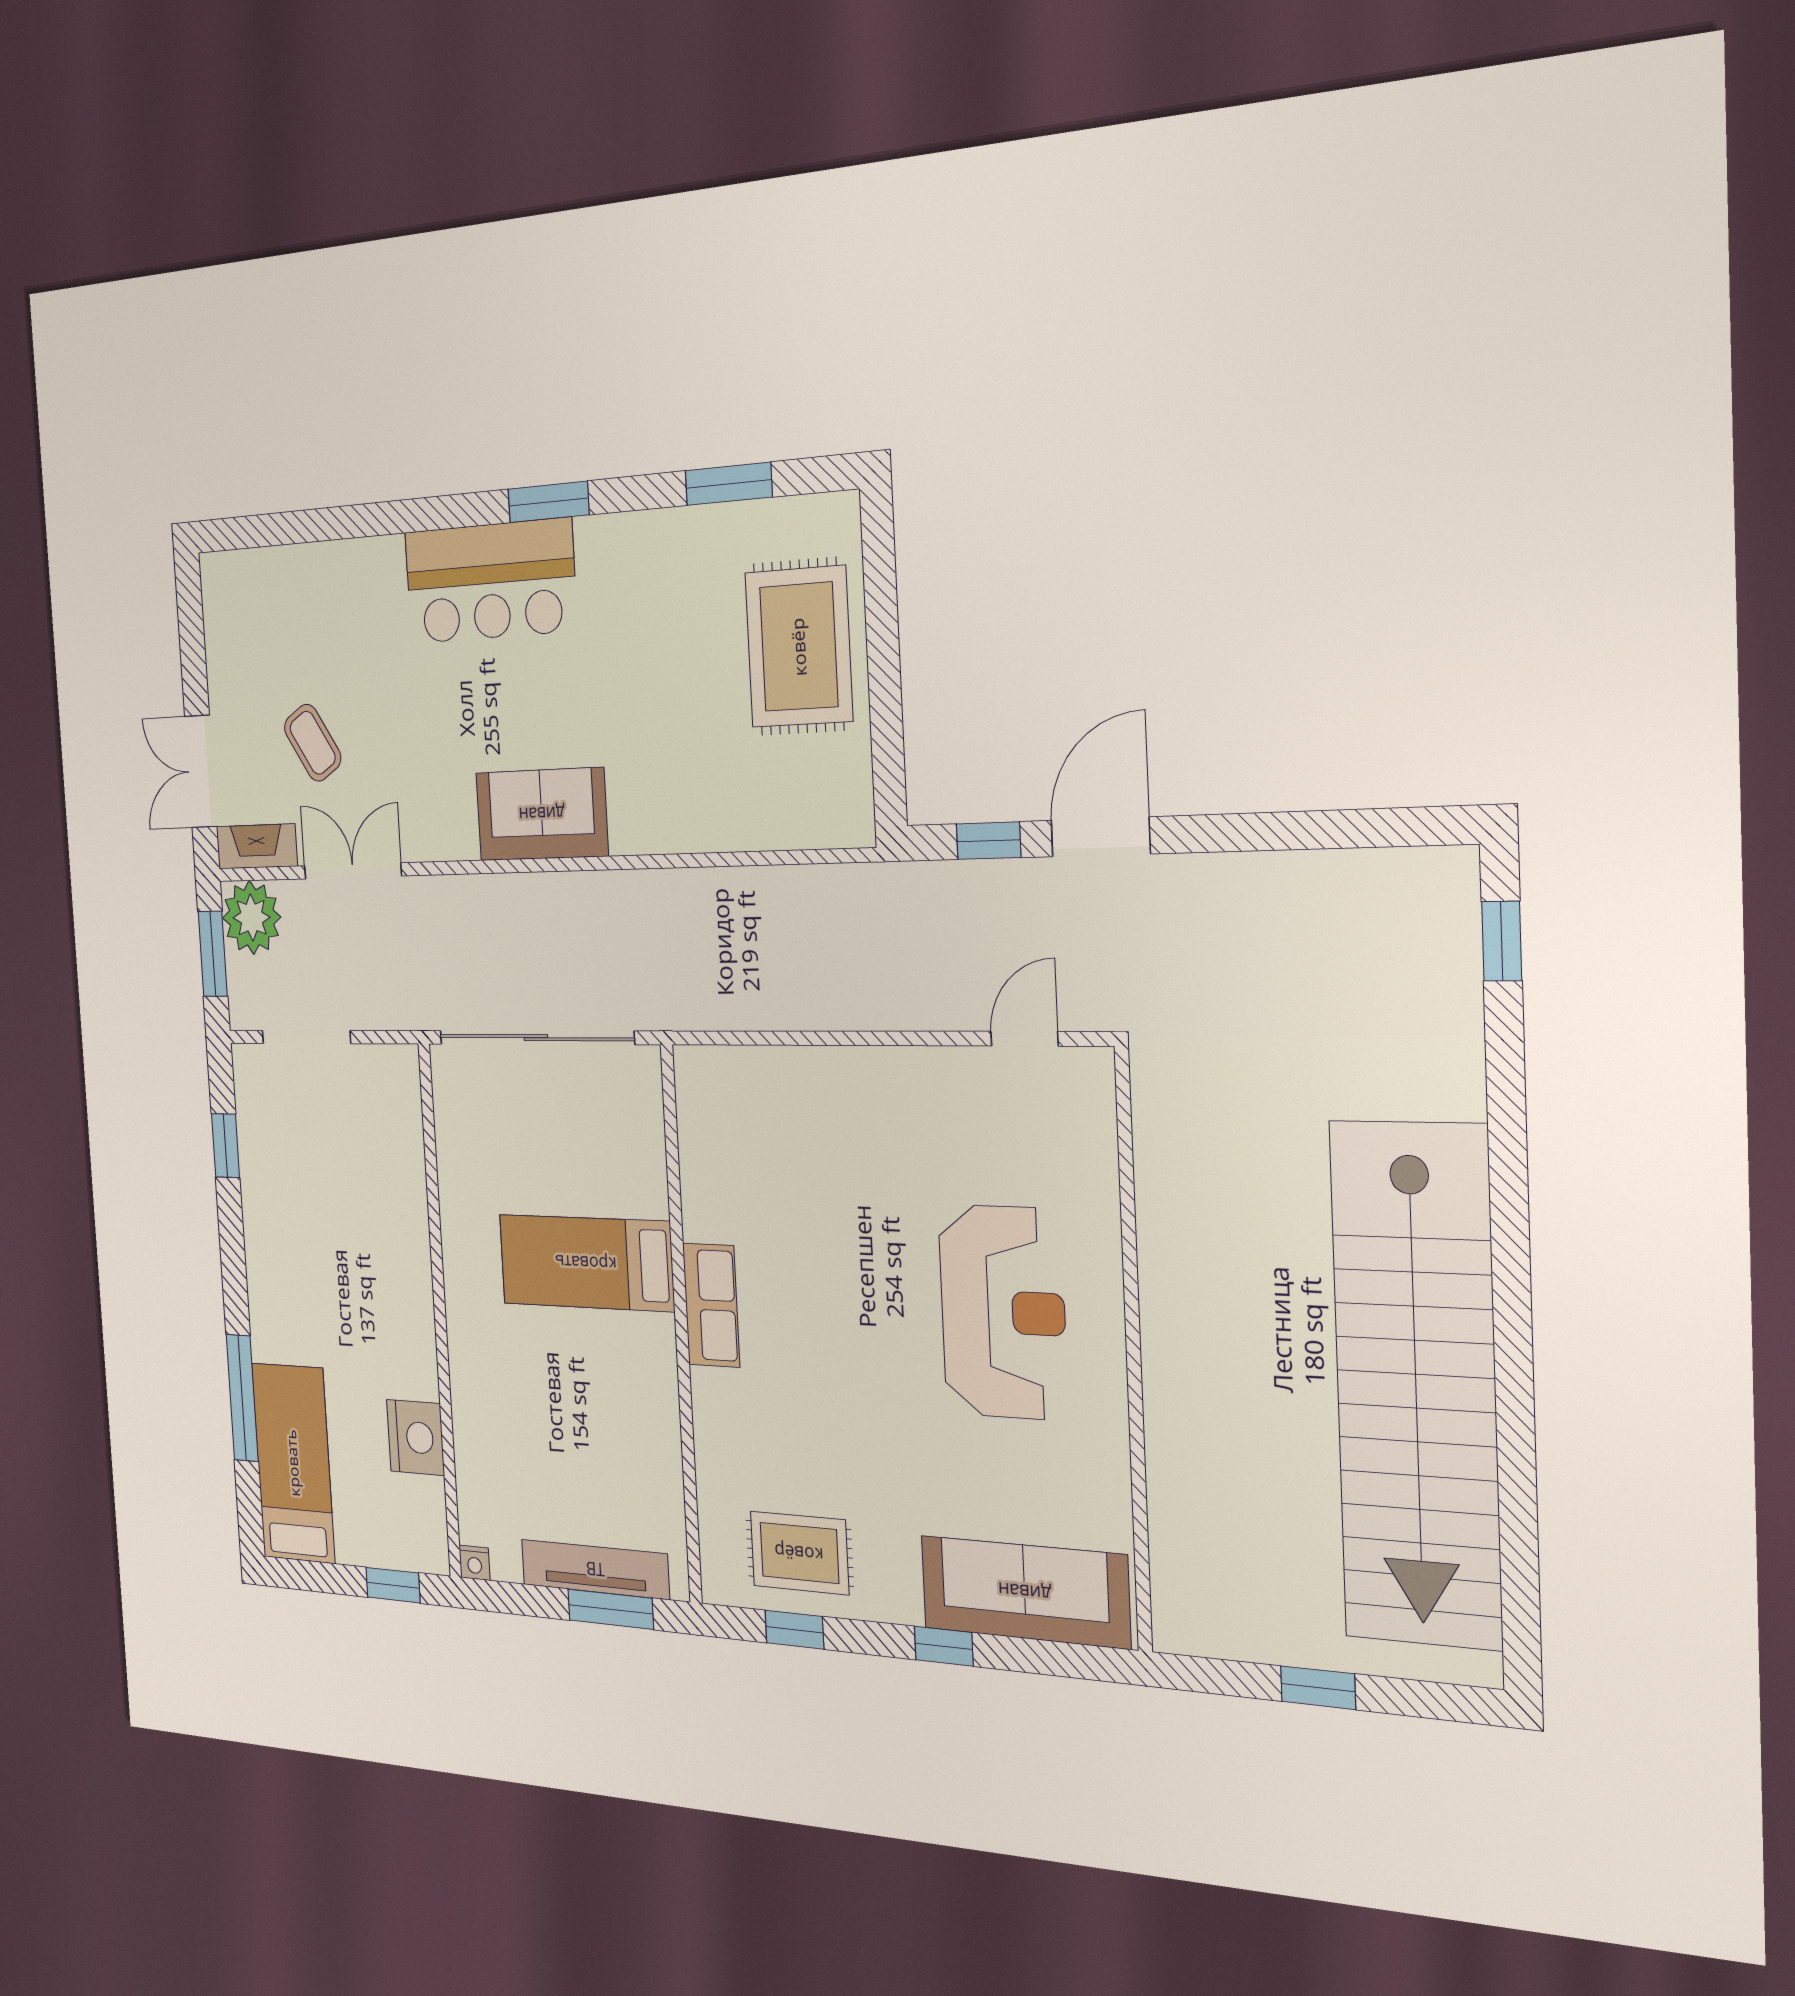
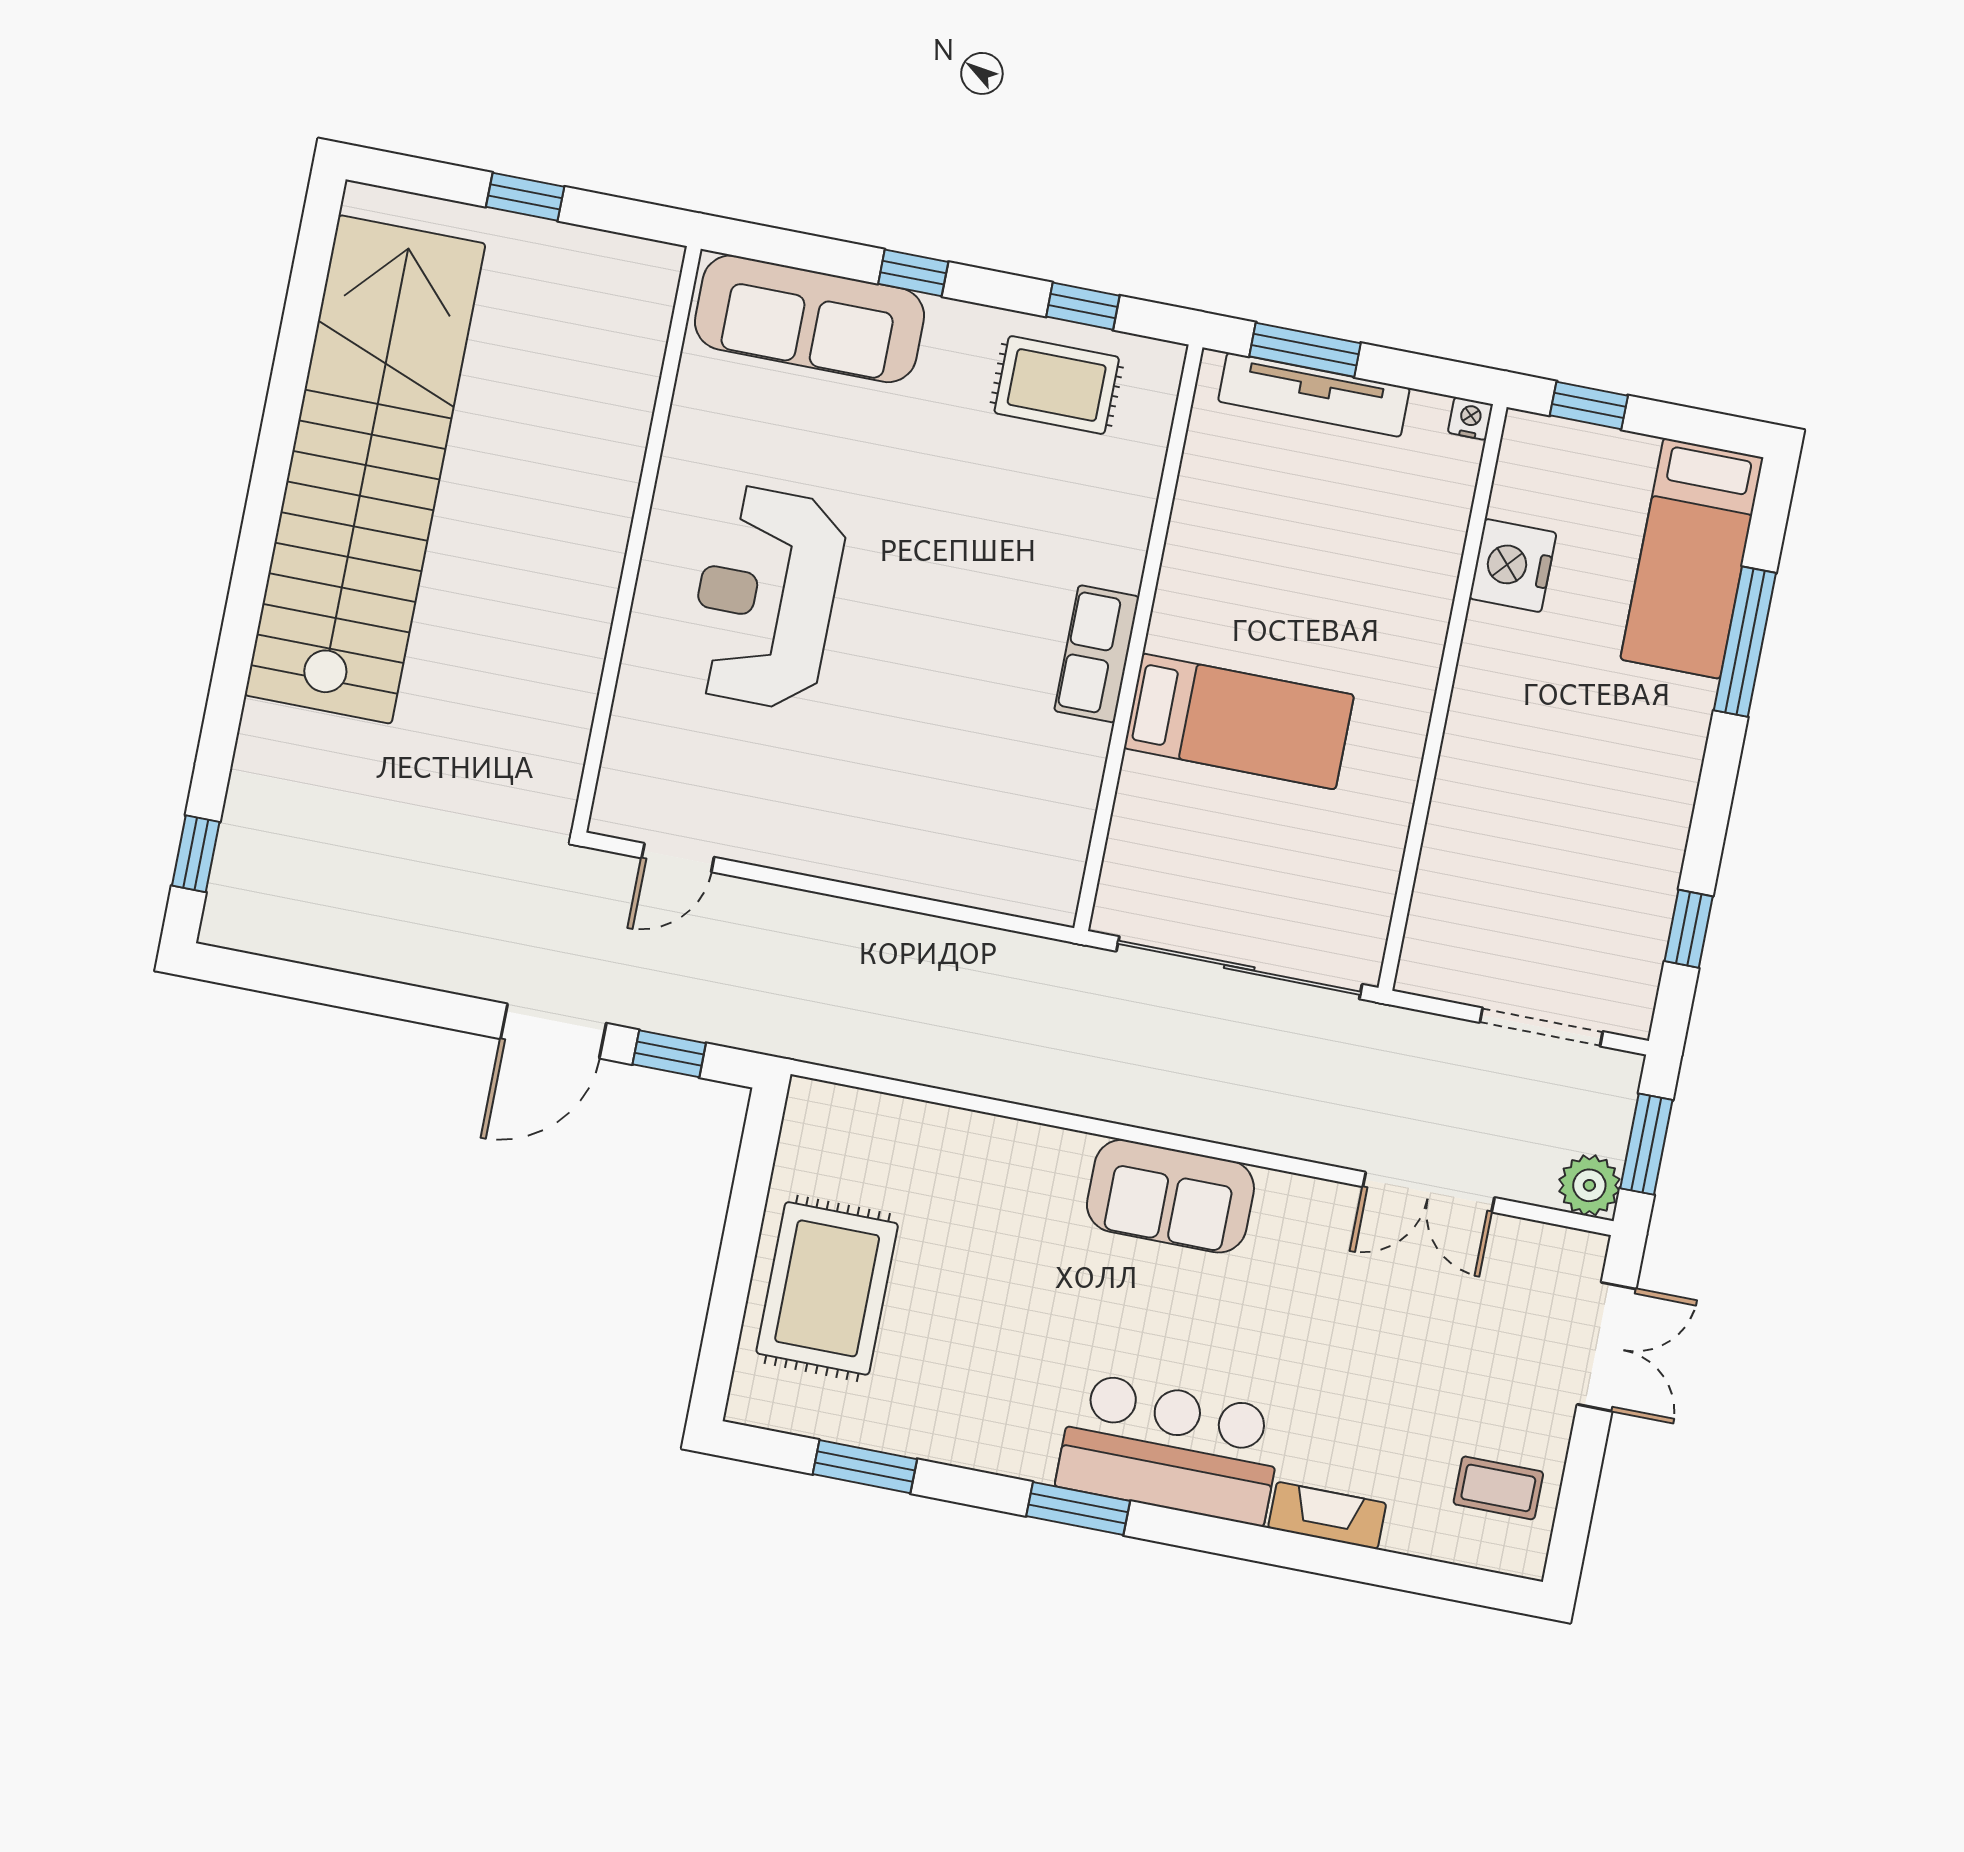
coffee table: (313, 743) -> (1498, 1488), moved, turned -58
fireplace: (257, 846) -> (1327, 1516), moved, turned 180
plant: (252, 918) -> (1589, 1185), width x0.73, depth x0.73

